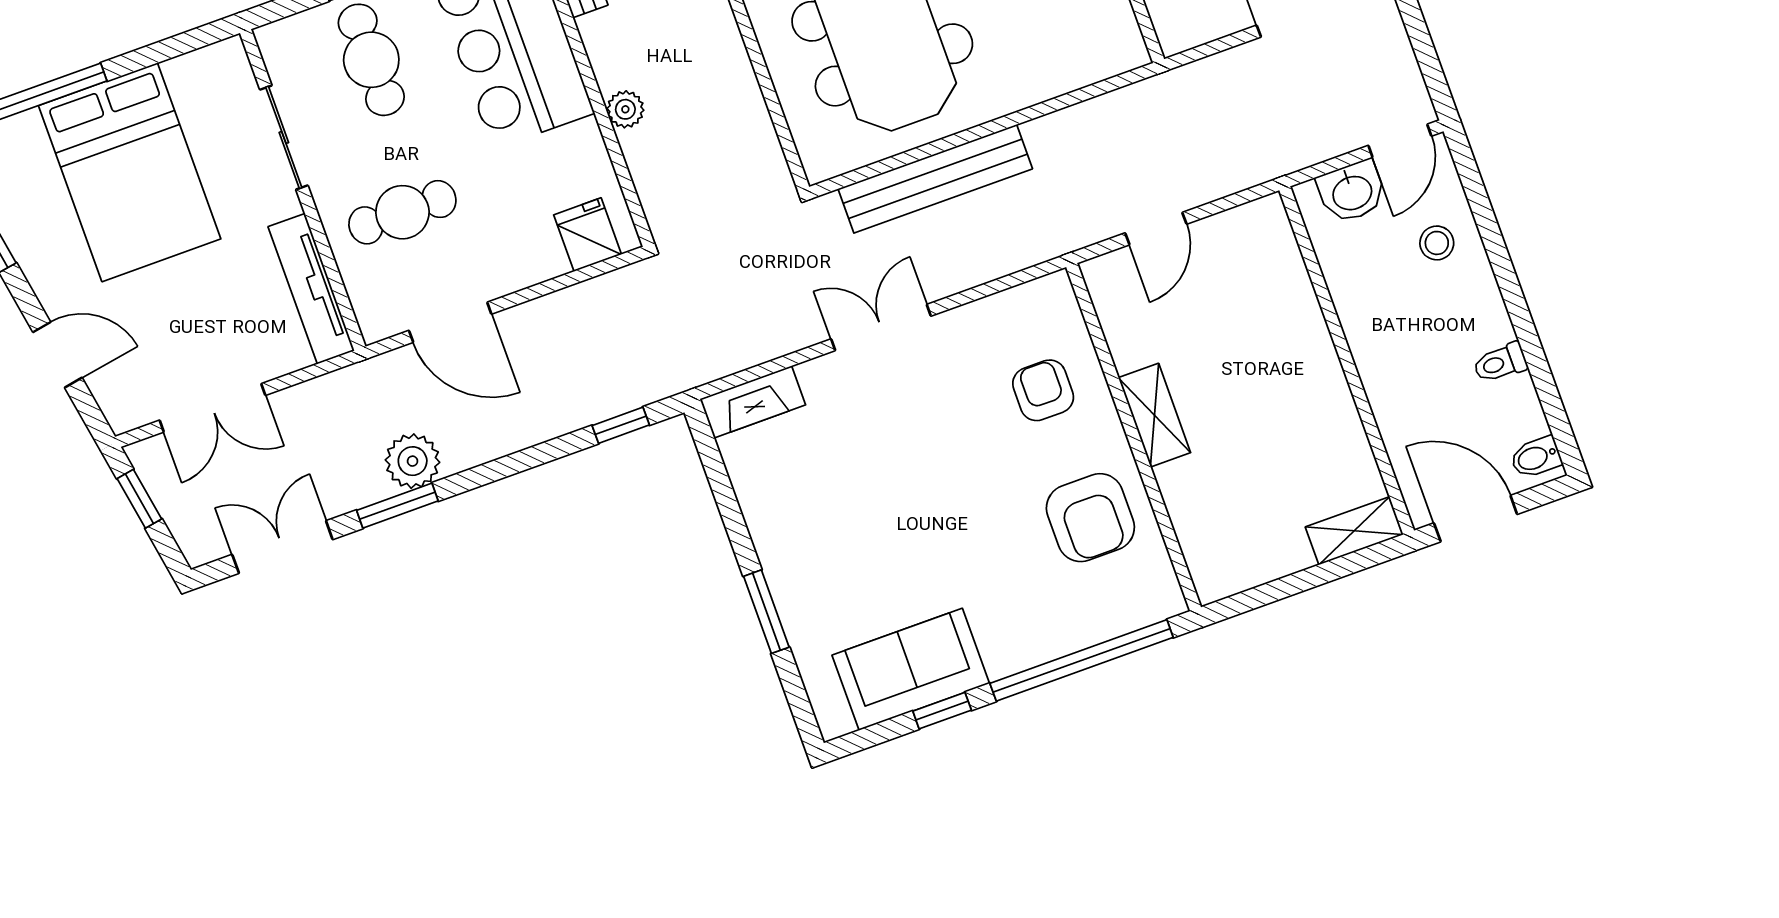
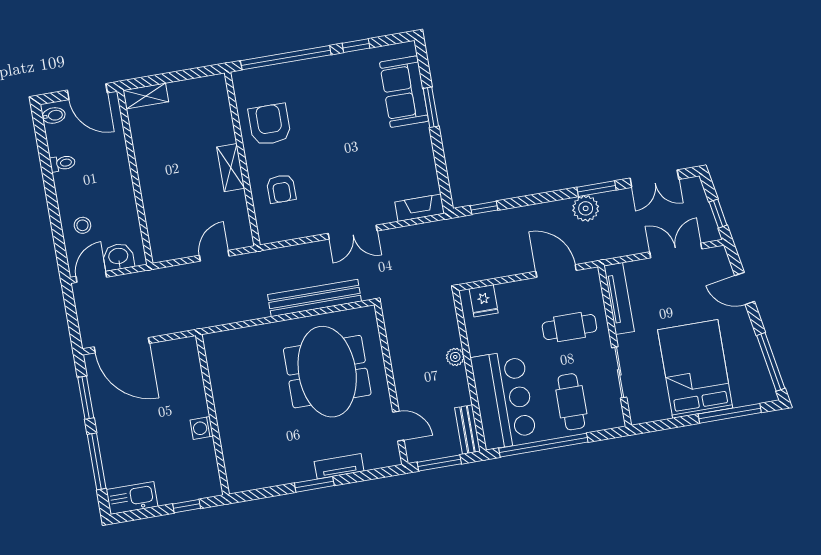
sofa: (911, 669) -> (404, 92), moved, turned 90

